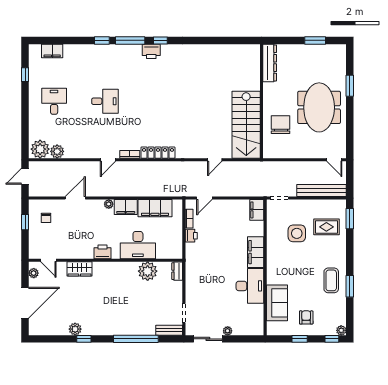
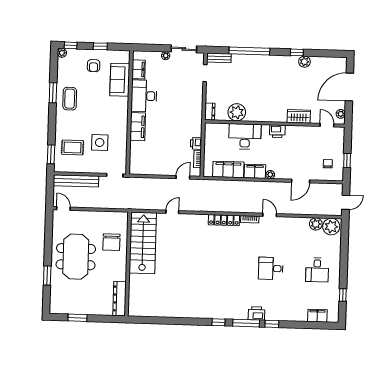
printer: (151, 51) -> (256, 313), moved
door: (108, 160) -> (270, 215), hinge flipped
filing cabinet: (257, 210) -> (139, 69), moved

